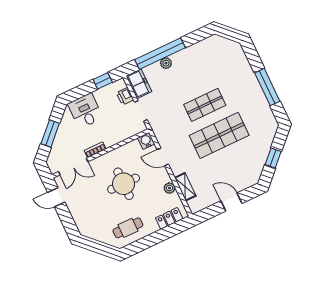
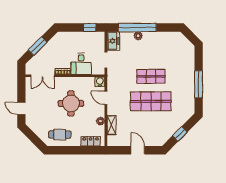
printer: (125, 96) -> (100, 45), removed
desk: (85, 111) -> (81, 64), moved, turned 180
door: (56, 197) -> (21, 108), moved

